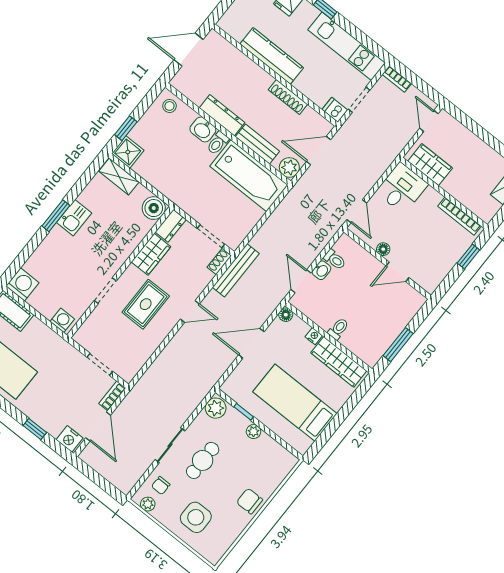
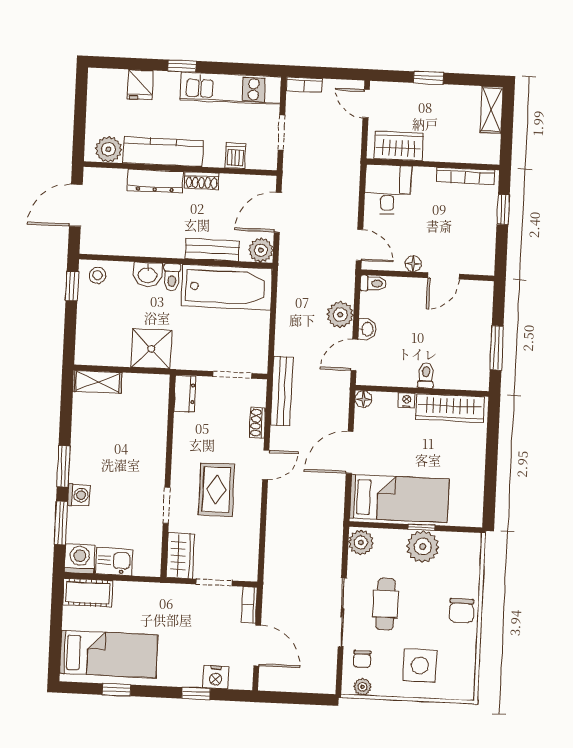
plant: (237, 28) -> (108, 149), added
shoe rack: (288, 97) -> (202, 181), width x0.70
dishwasher: (335, 110) -> (236, 156), moved, turned 90
dresser: (222, 115) -> (155, 181), moved, turned 180
window: (126, 128) -> (72, 286), moved
window: (482, 134) -> (429, 78), added
shower: (128, 152) -> (151, 349), moved, width x1.36, depth x1.36
boiler: (154, 208) -> (155, 388), removed
kitchen sink: (74, 218) -> (114, 562), moved, turned -90
plant: (311, 248) -> (340, 315), added
window: (27, 252) -> (61, 523), added
wardrobe: (151, 254) -> (180, 555), moved
toilet: (335, 259) -> (373, 283), moved
shoe rack: (219, 262) -> (258, 423), moved
door: (301, 281) -> (354, 355), hinge flipped
washing machine: (62, 320) -> (79, 495), moved, turned 90
bed: (295, 403) -> (399, 499), moved, turned 180
window: (244, 412) -> (422, 527), moved
plant: (253, 432) -> (423, 547), width x1.87, depth x1.87
nightstand: (70, 439) -> (216, 677), moved
sliding door: (170, 445) -> (342, 612), width x1.37
chair: (250, 501) -> (462, 611), turned -90

